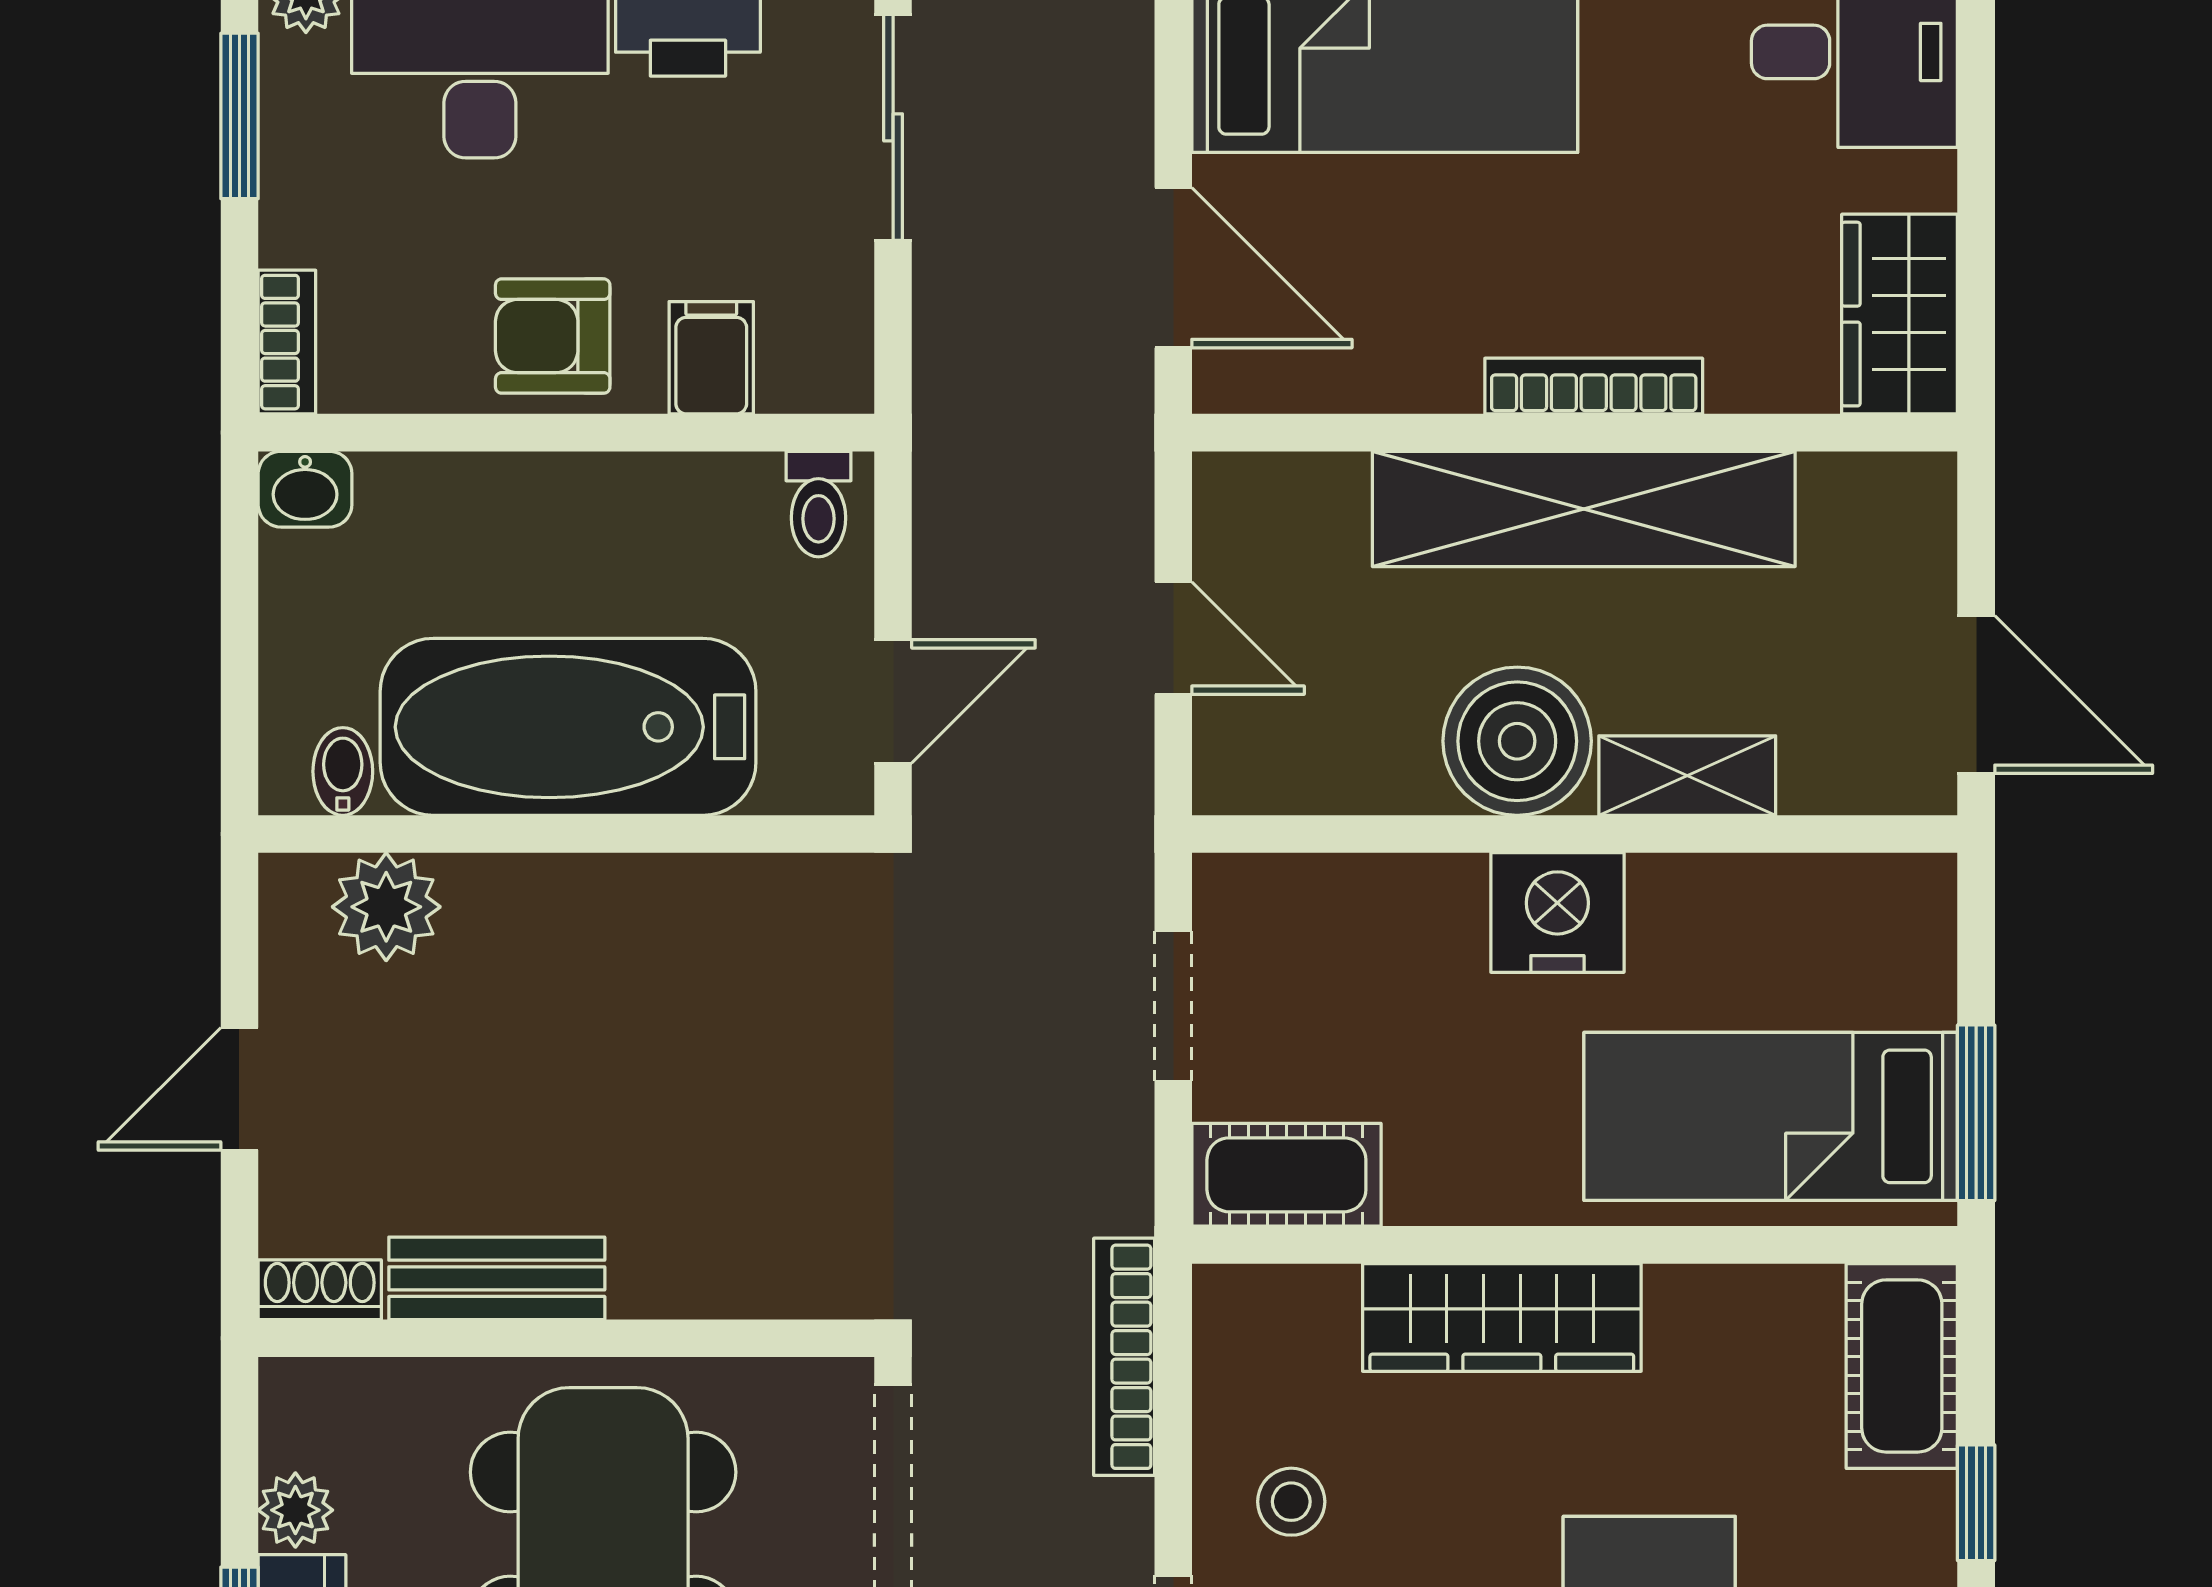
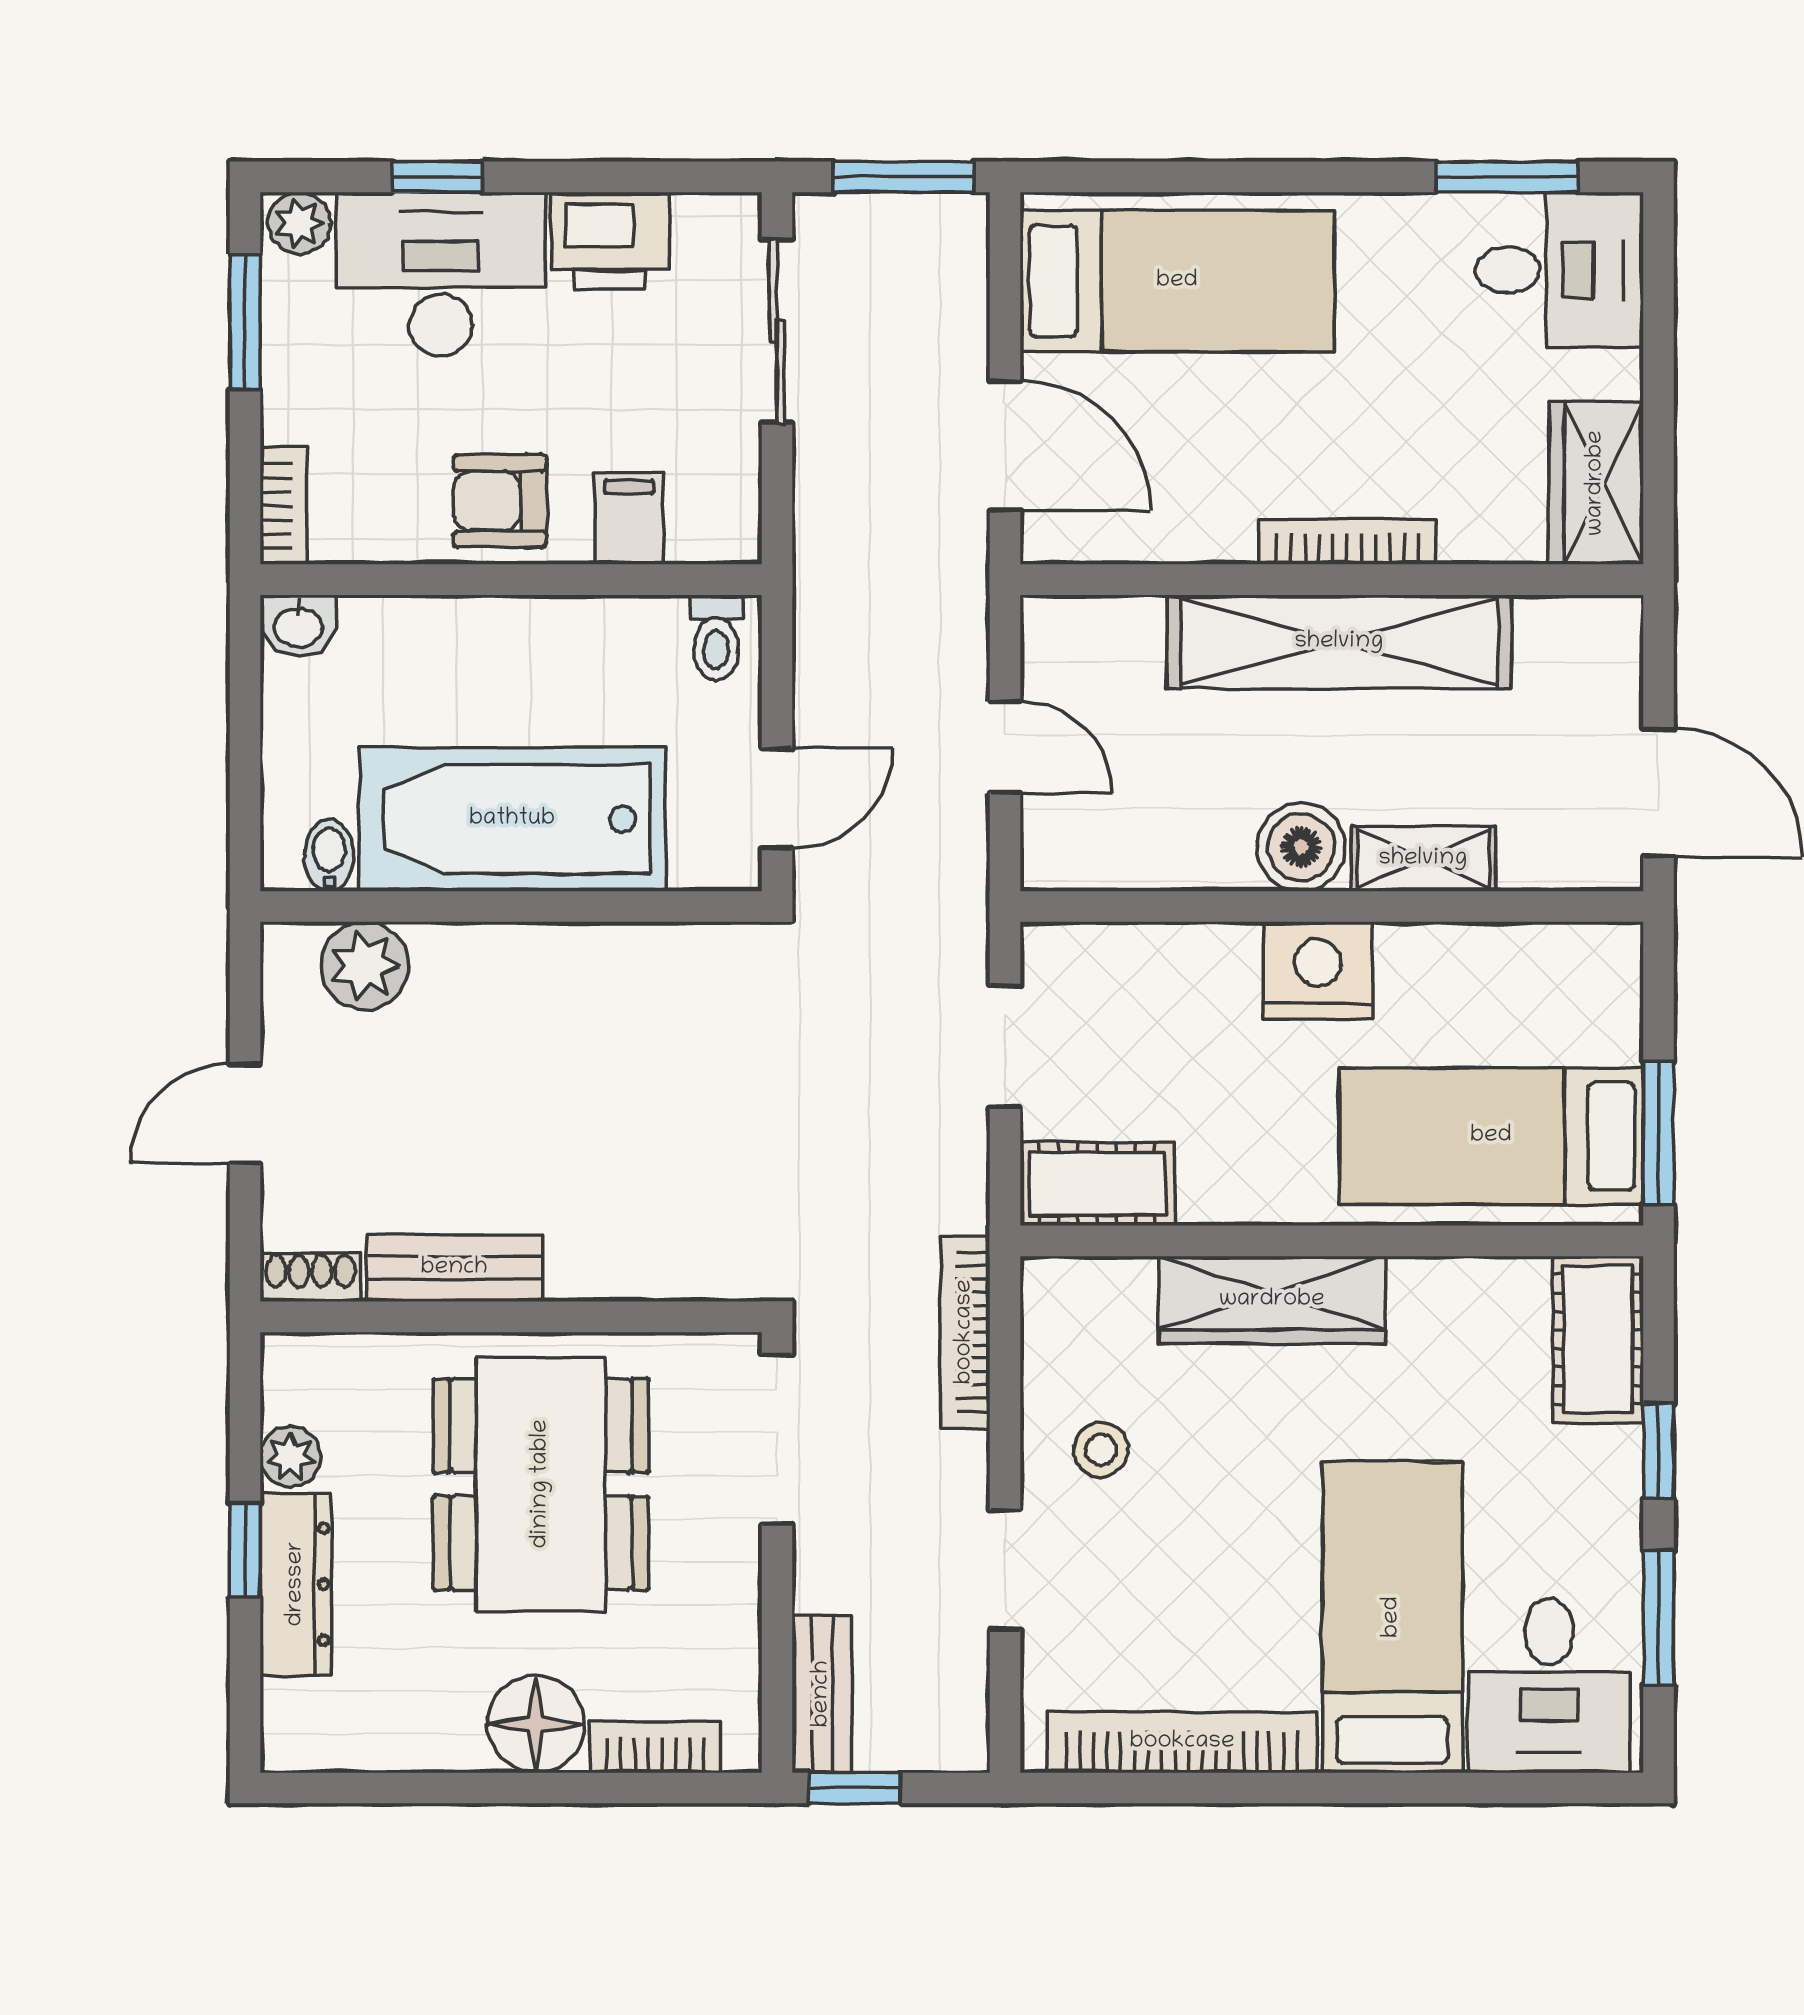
boiler: (1517, 741) -> (1301, 847), width x0.73, depth x0.73

